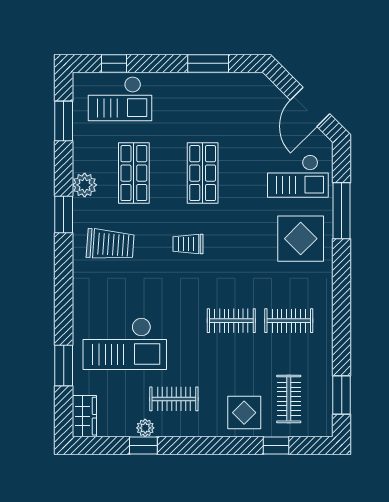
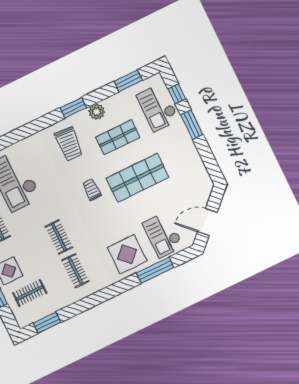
window: (208, 63) -> (192, 125), moved
shop shelf: (203, 173) -> (137, 178), width x1.43, depth x1.36

